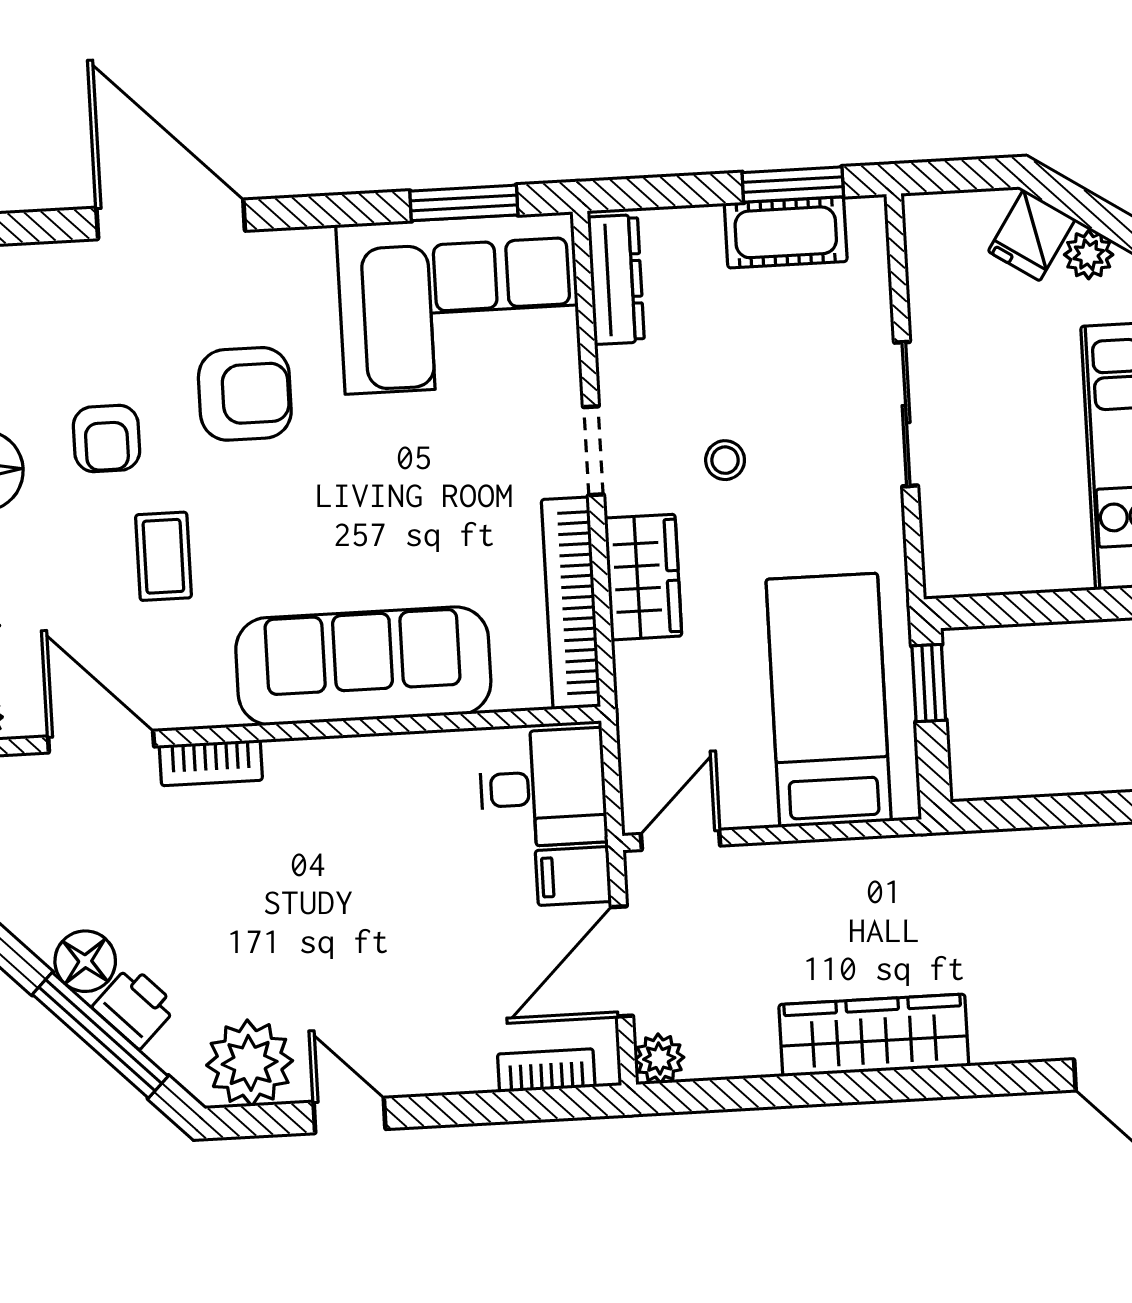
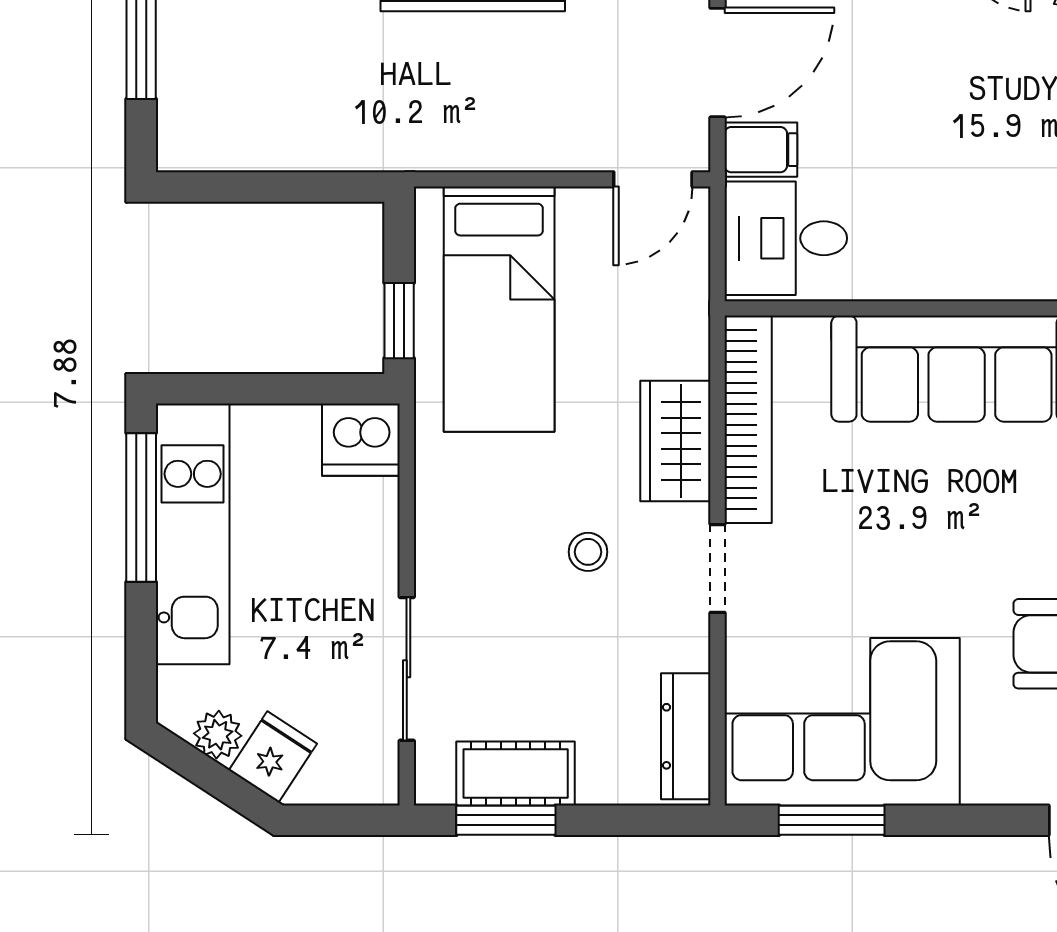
sliding door: (906, 414) -> (407, 669), moved
dishwasher: (961, 561) -> (361, 440), added

